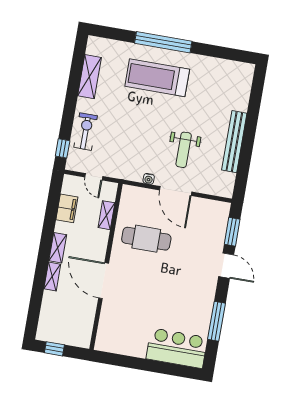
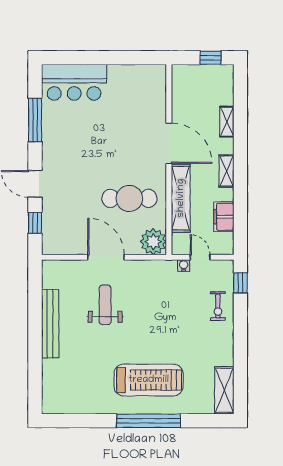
shelving: (89, 77) -> (224, 390), moved
exercise bike: (86, 132) -> (218, 306), width x0.73, depth x0.72
water cooler: (149, 179) -> (184, 266), moved
plant: (132, 197) -> (153, 242), added
shelving: (106, 215) -> (181, 198), width x2.20, depth x1.33
window: (232, 232) -> (35, 223), width x0.67
shelving: (52, 277) -> (227, 122), moved

